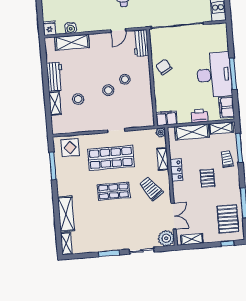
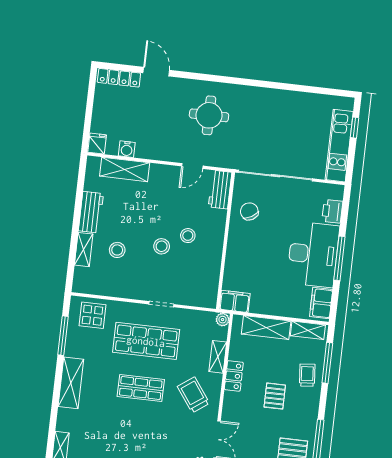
chair: (164, 67) -> (249, 211), moved
printer: (200, 116) -> (332, 211), moved, turned -90
shelving: (66, 214) -> (71, 383), moved

